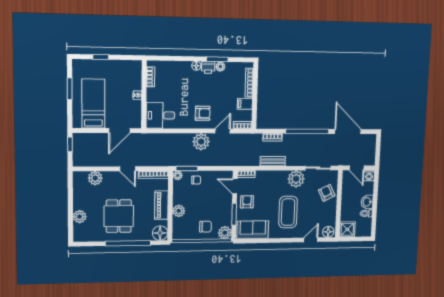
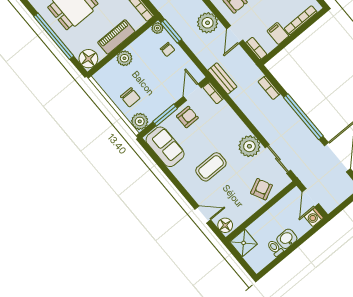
door: (223, 131) -> (235, 35), swing flipped
bench: (273, 161) -> (222, 78), moved
coffee table: (288, 212) -> (211, 167), width x0.73, depth x0.76

